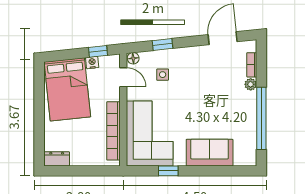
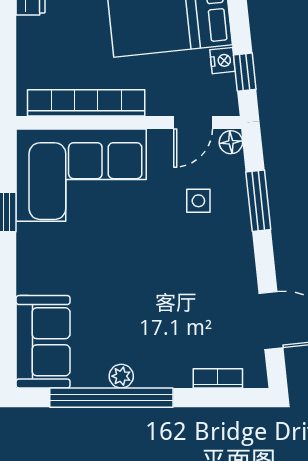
window: (163, 45) -> (258, 201), width x1.50
plant: (251, 84) -> (121, 376), moved
sofa: (210, 153) -> (43, 342), moved

